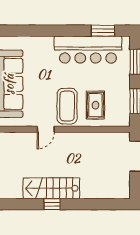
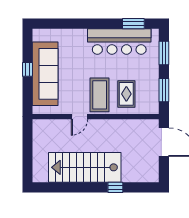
stairs: (51, 188) -> (85, 167), width x1.36, depth x1.51
window: (52, 204) -> (115, 187), moved

